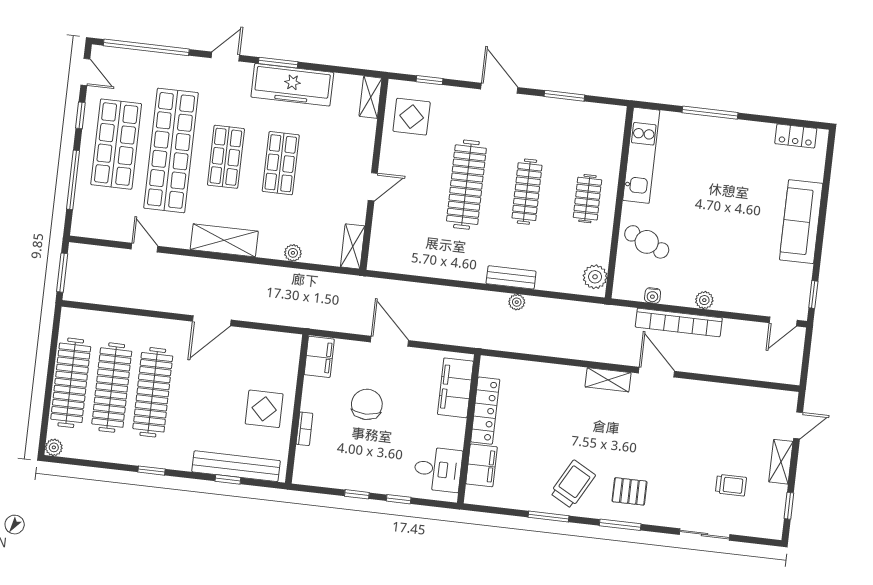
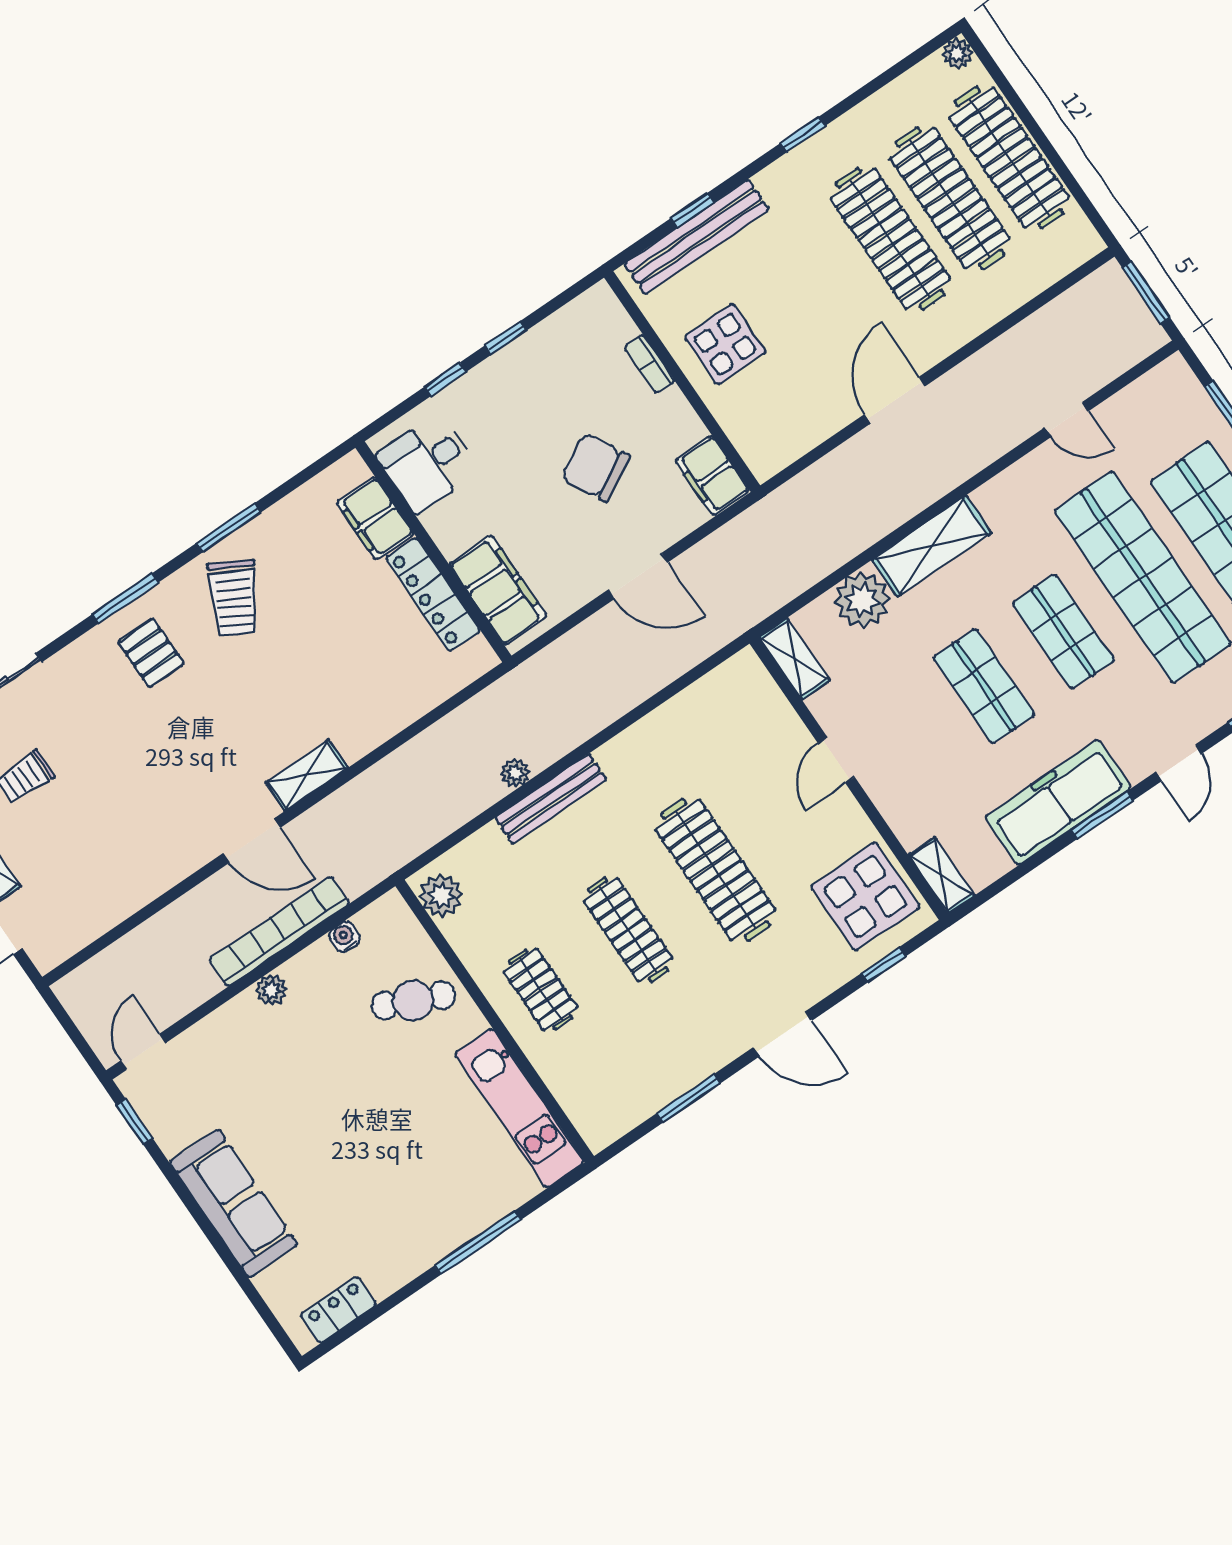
display table: (412, 117) -> (865, 897), width x1.36, depth x1.36
shelving: (224, 240) -> (932, 546), moved
plant: (293, 253) -> (862, 600), width x1.88, depth x1.88
bench: (511, 277) -> (551, 799), width x1.36
chair: (367, 404) -> (595, 467), turned 151
pallet: (629, 491) -> (151, 653), turned 90

